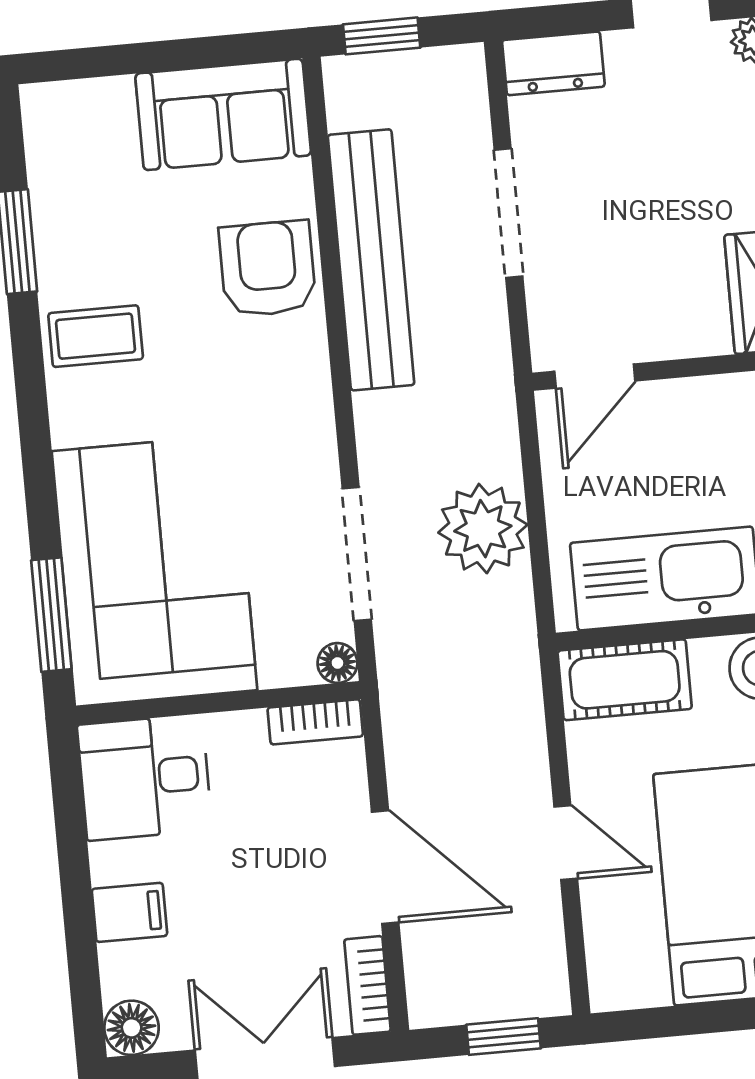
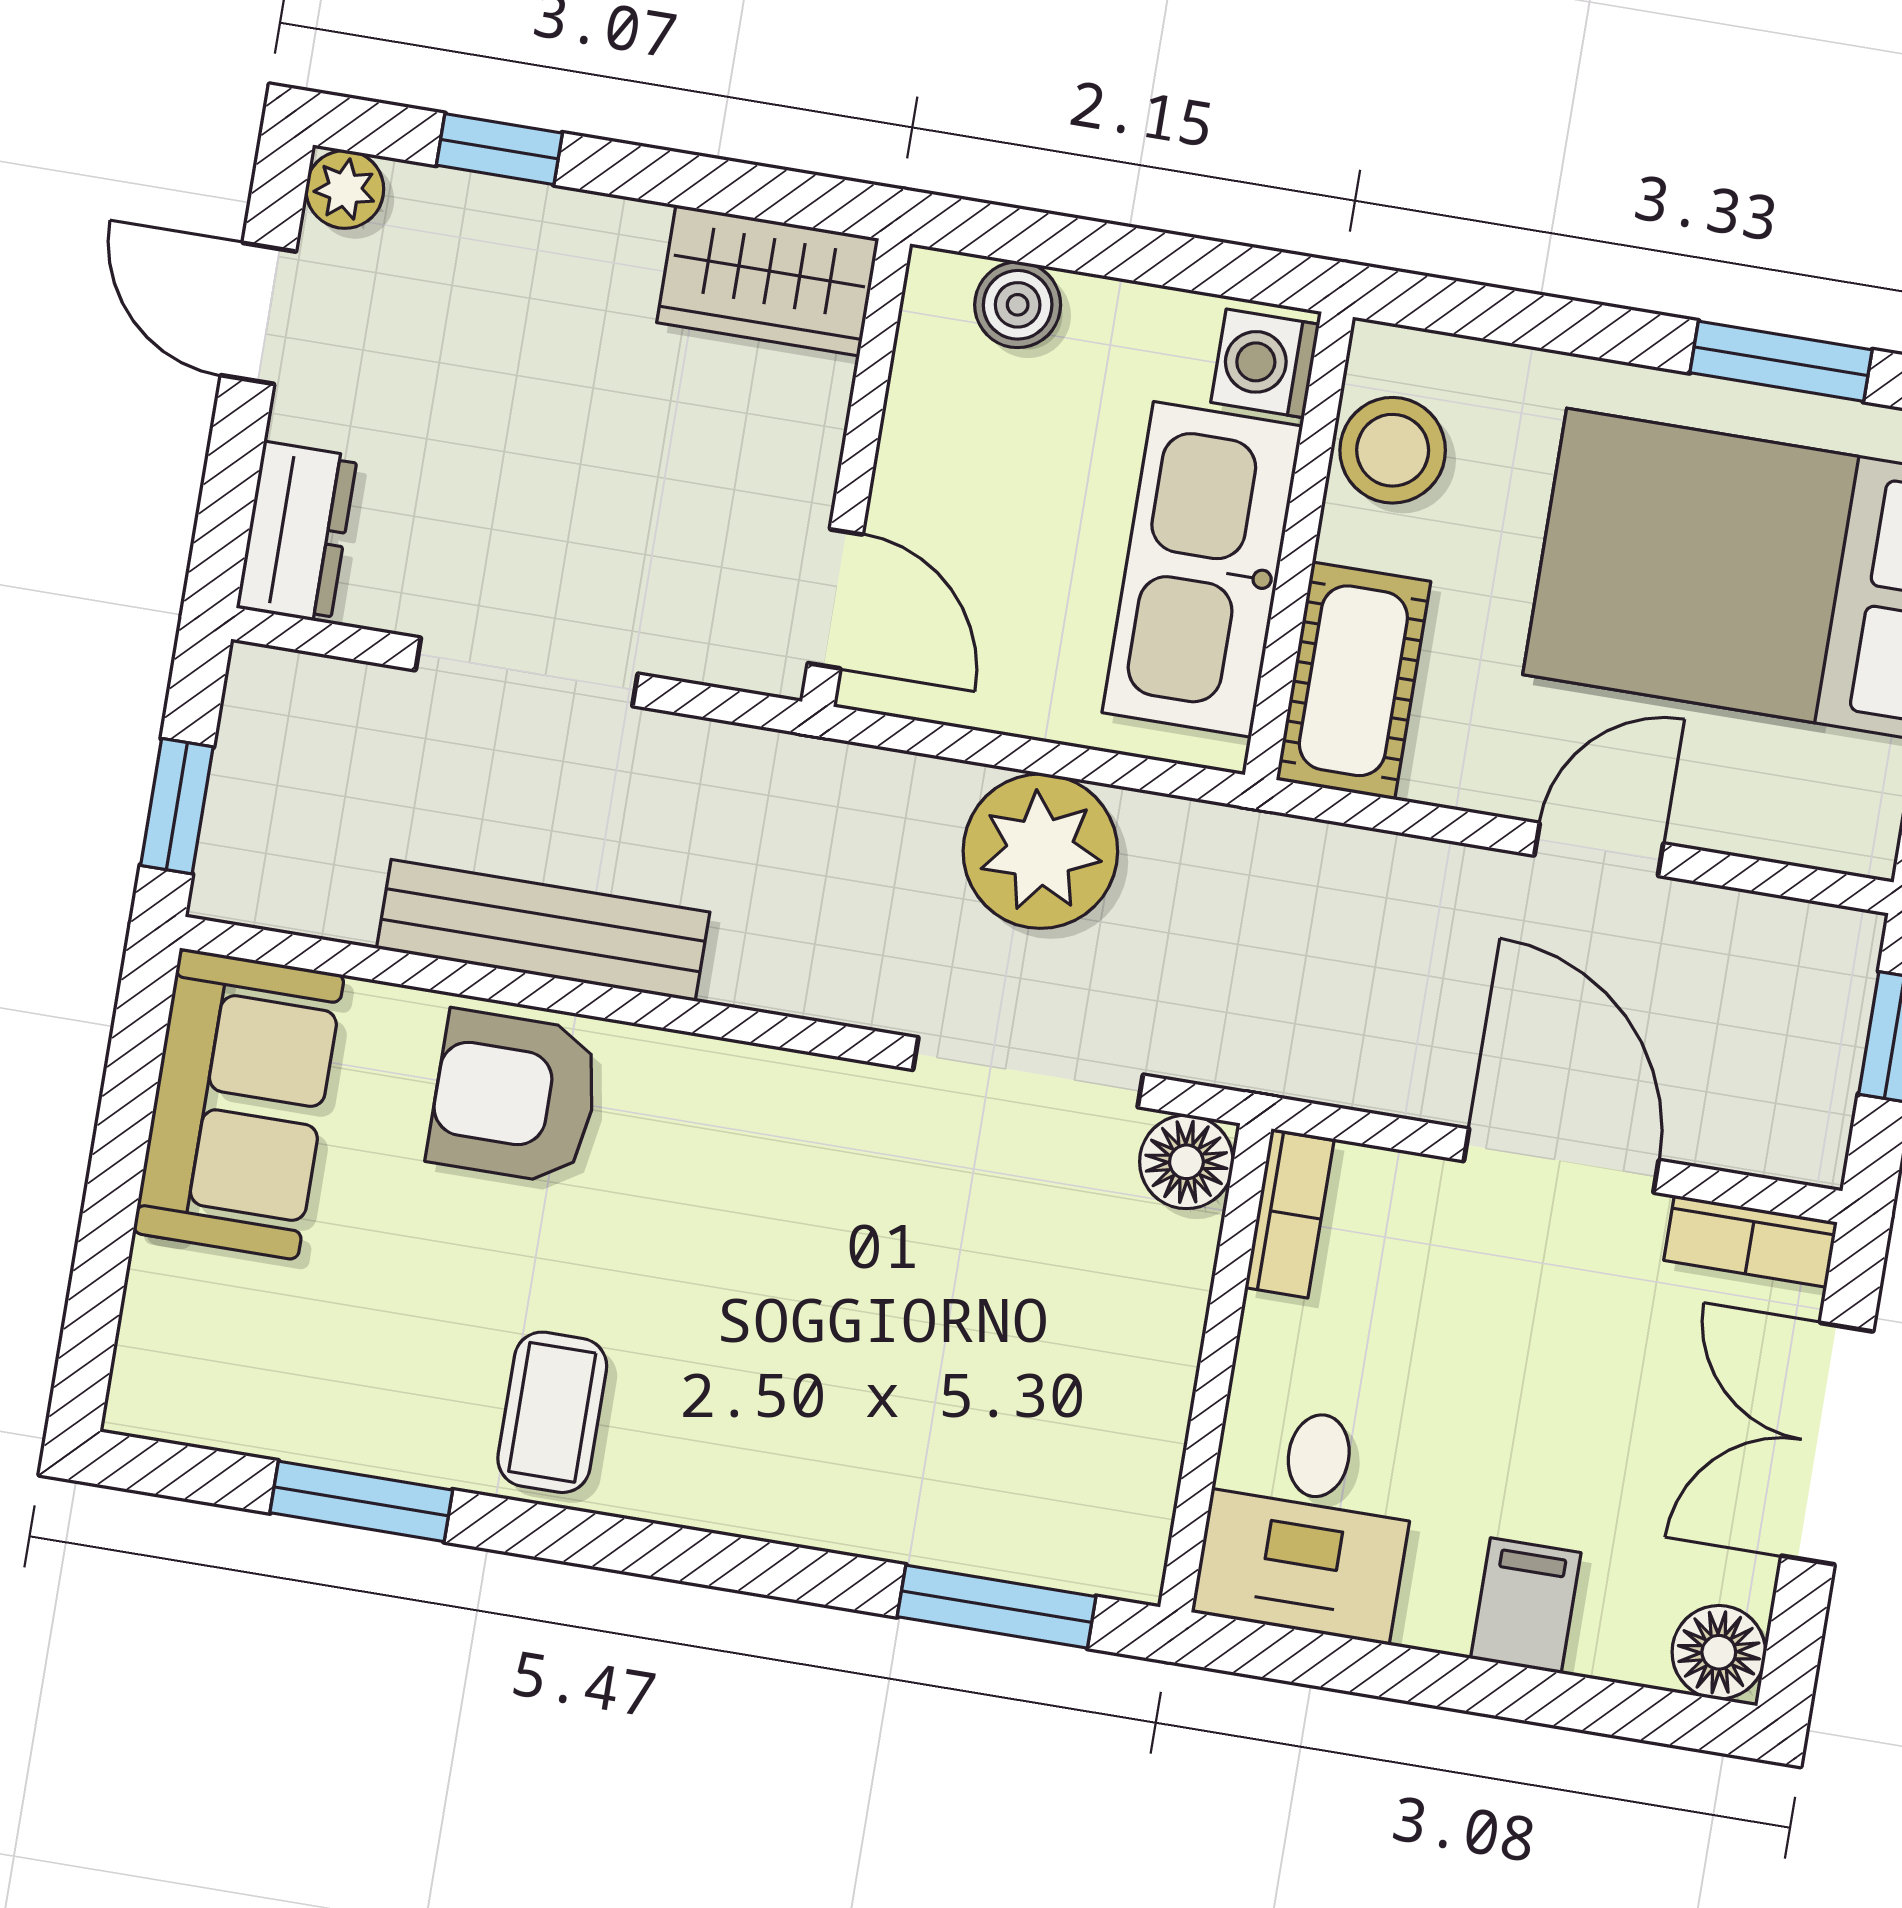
bench: (371, 260) -> (543, 930), width x0.73, depth x0.82
corner sofa: (155, 571) -> (968, 1416), removed
floor lamp: (337, 663) -> (1186, 1162), width x1.37, depth x1.37
door: (385, 867) -> (1561, 1161), hinge flipped

